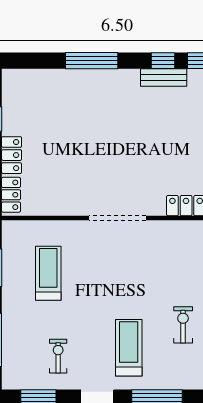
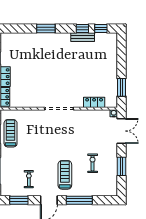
window: (92, 61) -> (46, 28), width x0.69
treadmill: (48, 273) -> (11, 133), moved

